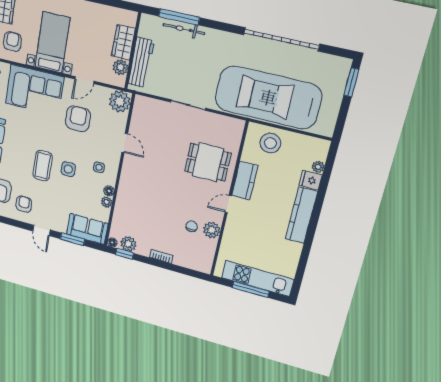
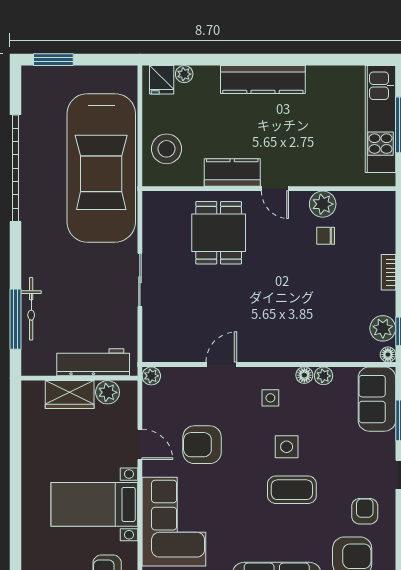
plant: (120, 101) -> (151, 376), width x0.53, depth x0.53
fridge: (310, 180) -> (162, 80), moved
armchair: (24, 204) -> (365, 511), turned 90

